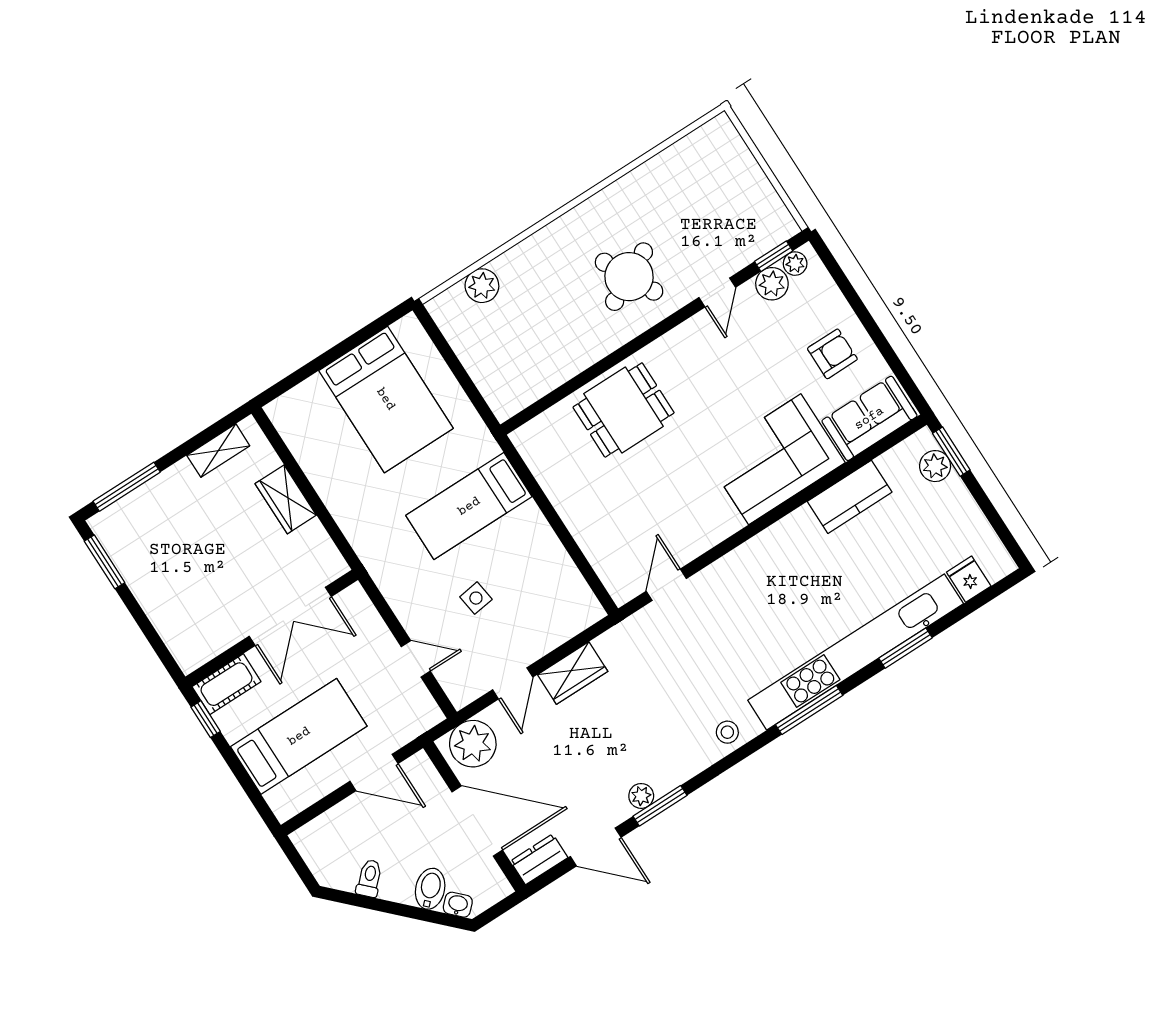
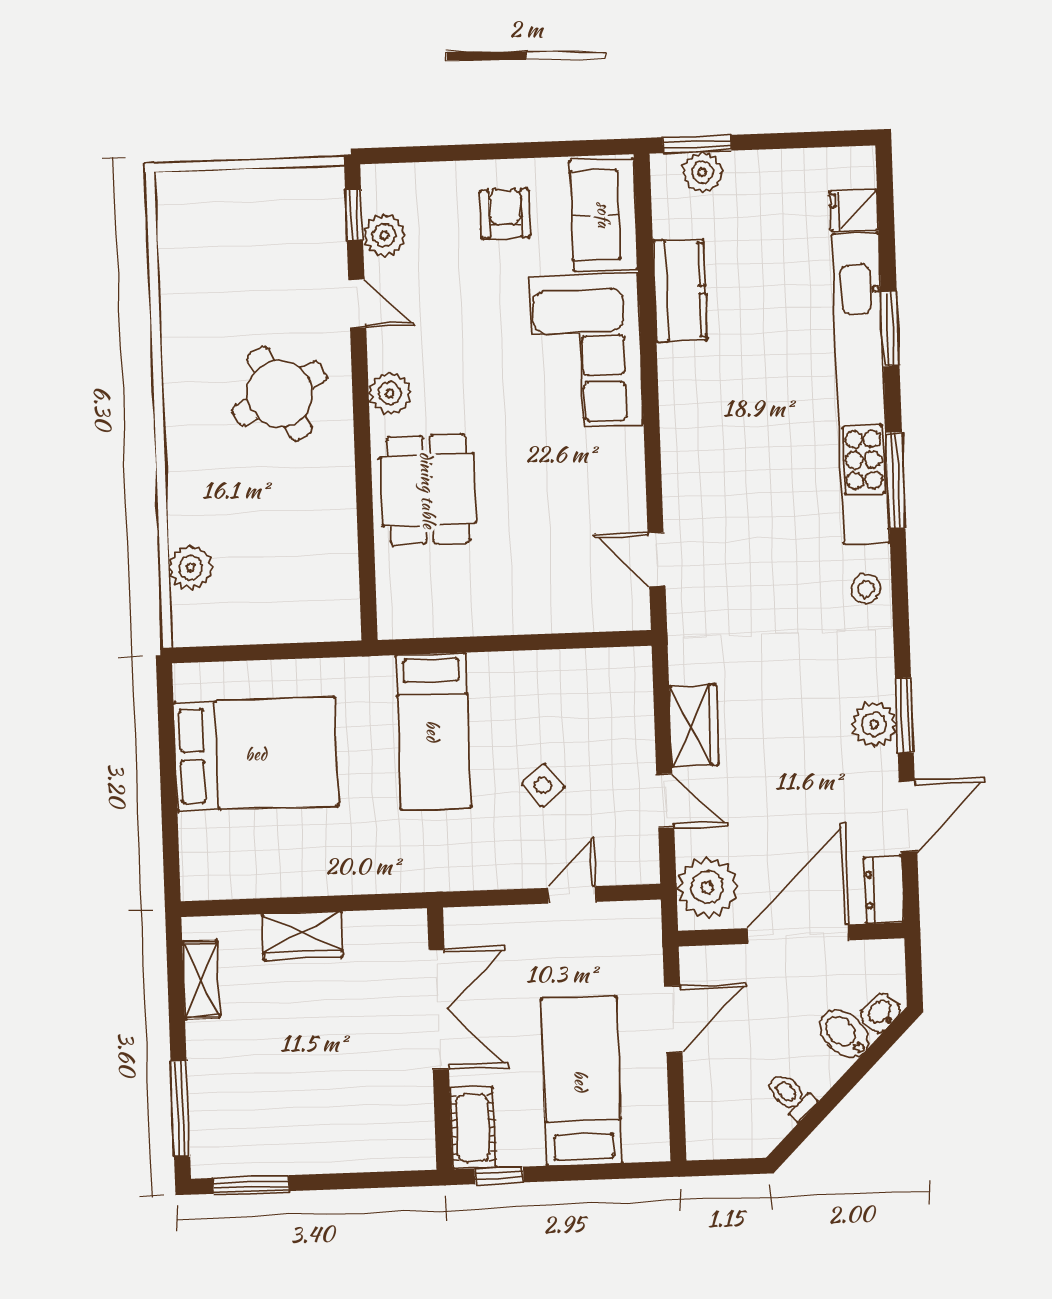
plant: (795, 264) -> (390, 393), moved, width x1.38, depth x1.38
side table: (476, 598) -> (543, 785), turned -30
plant: (641, 796) -> (874, 724), width x1.38, depth x1.38

